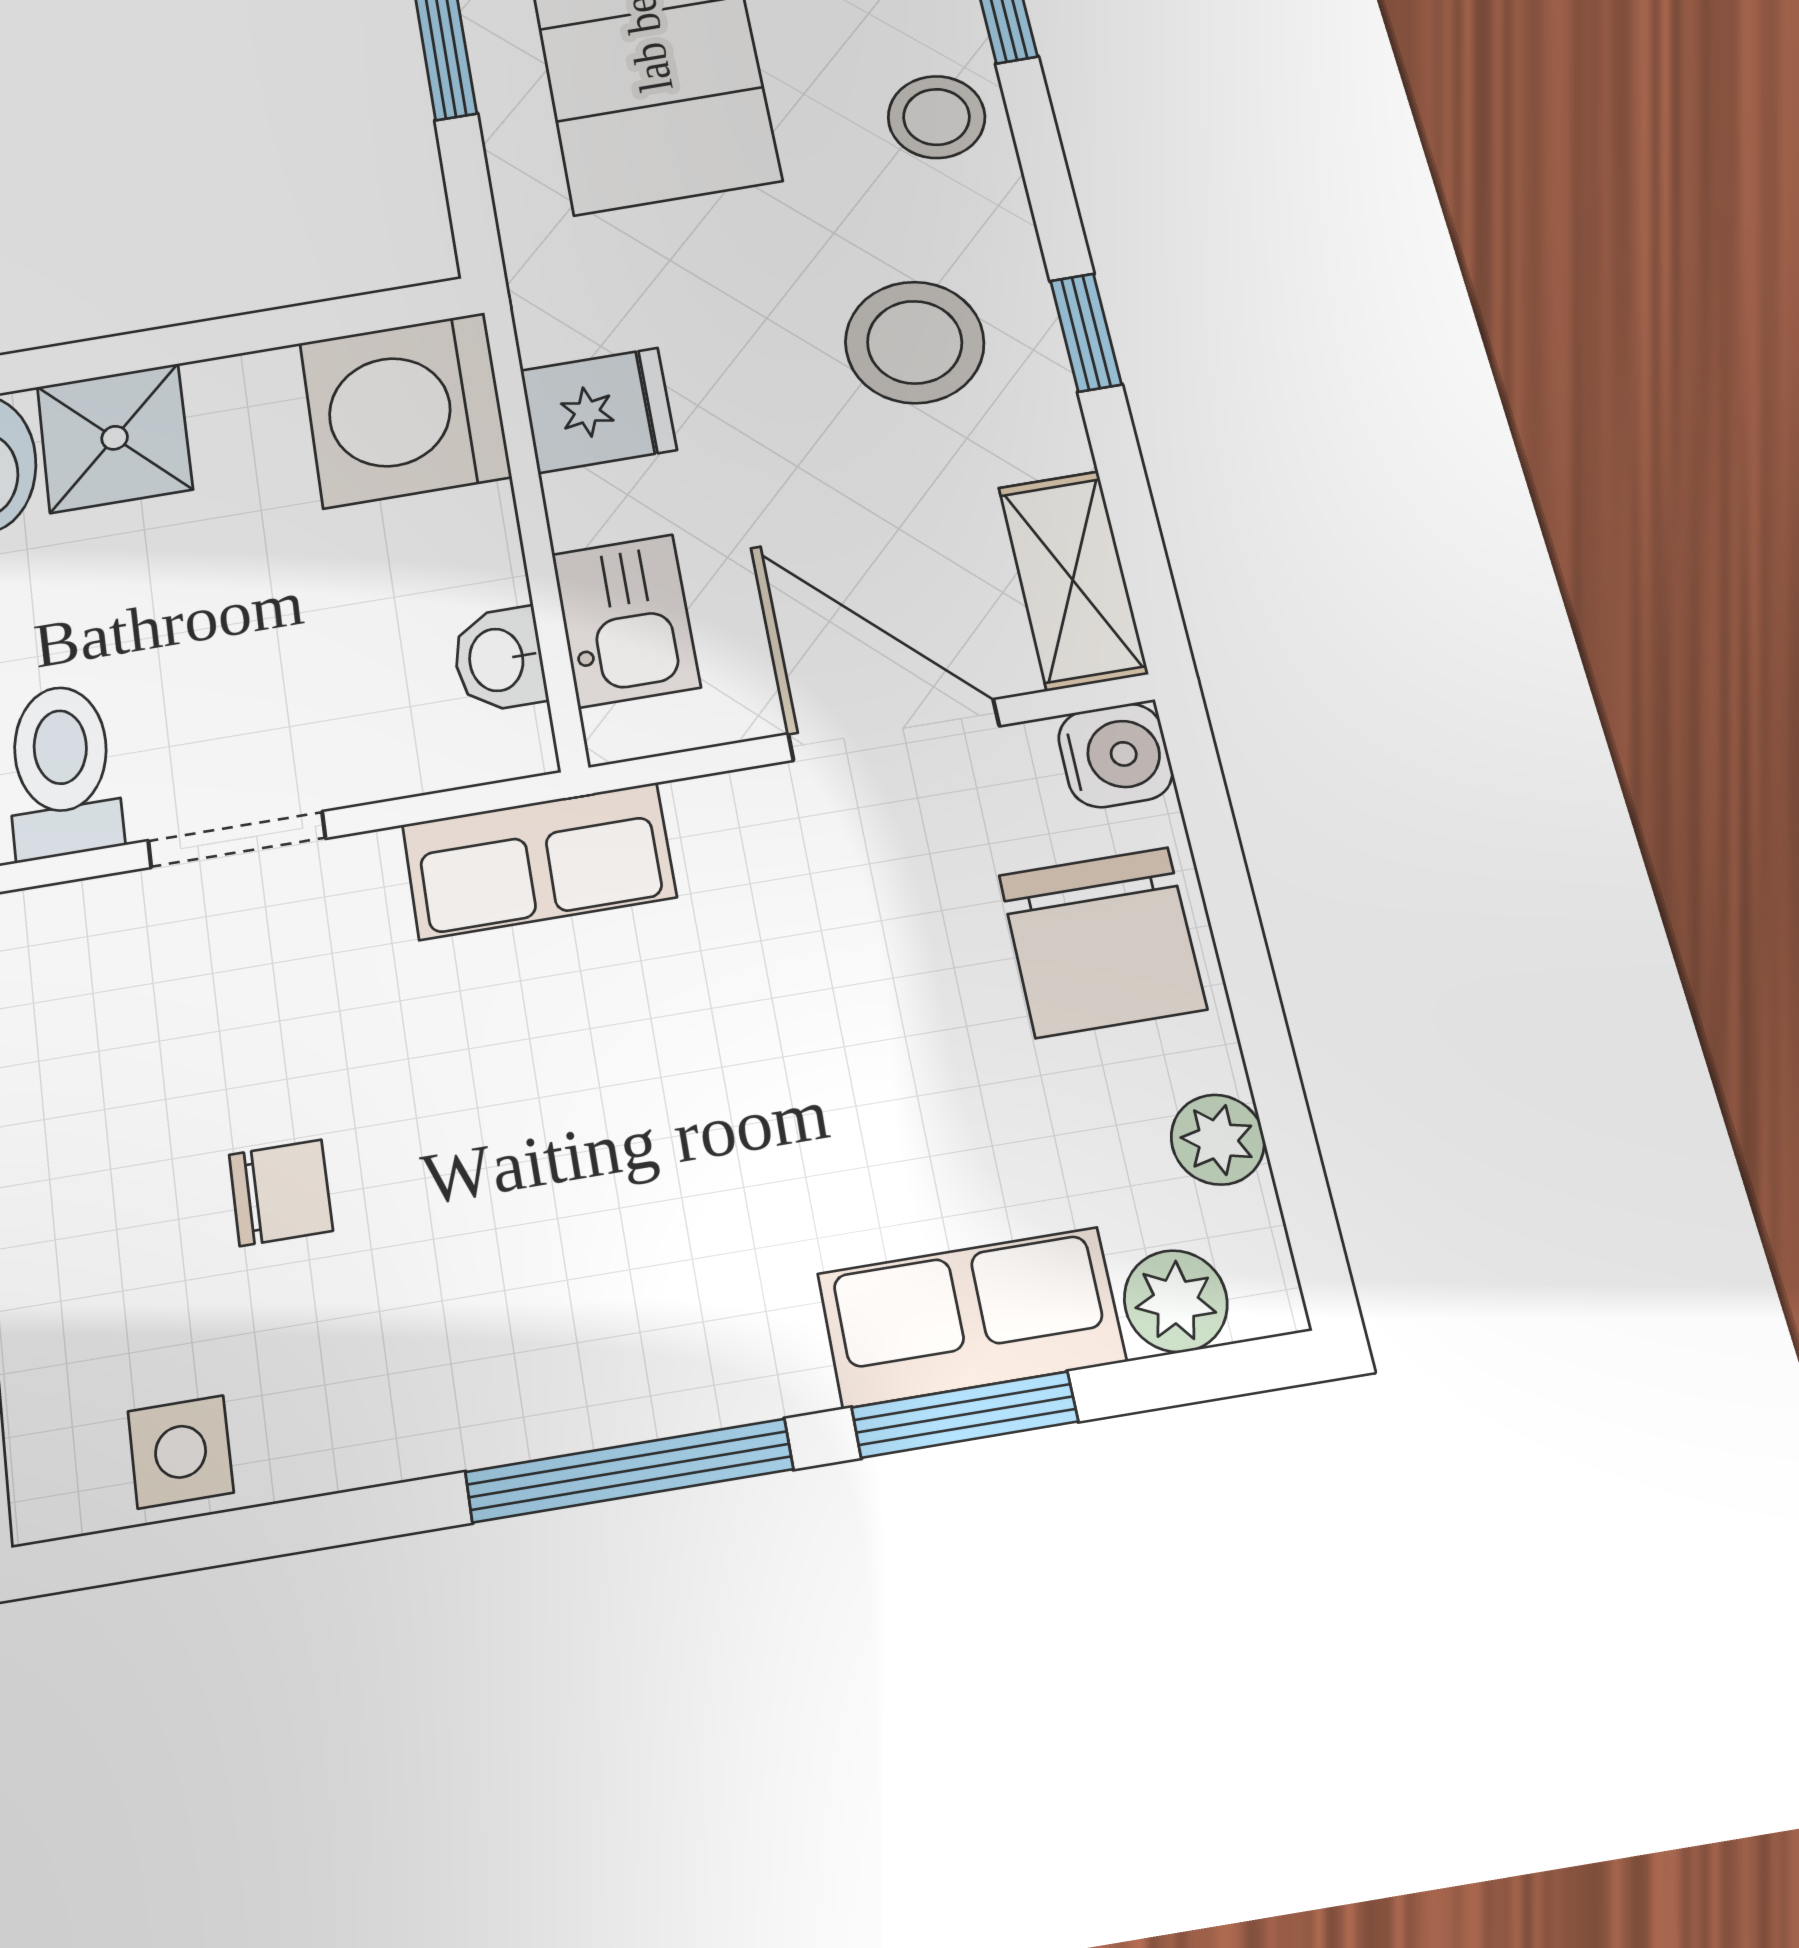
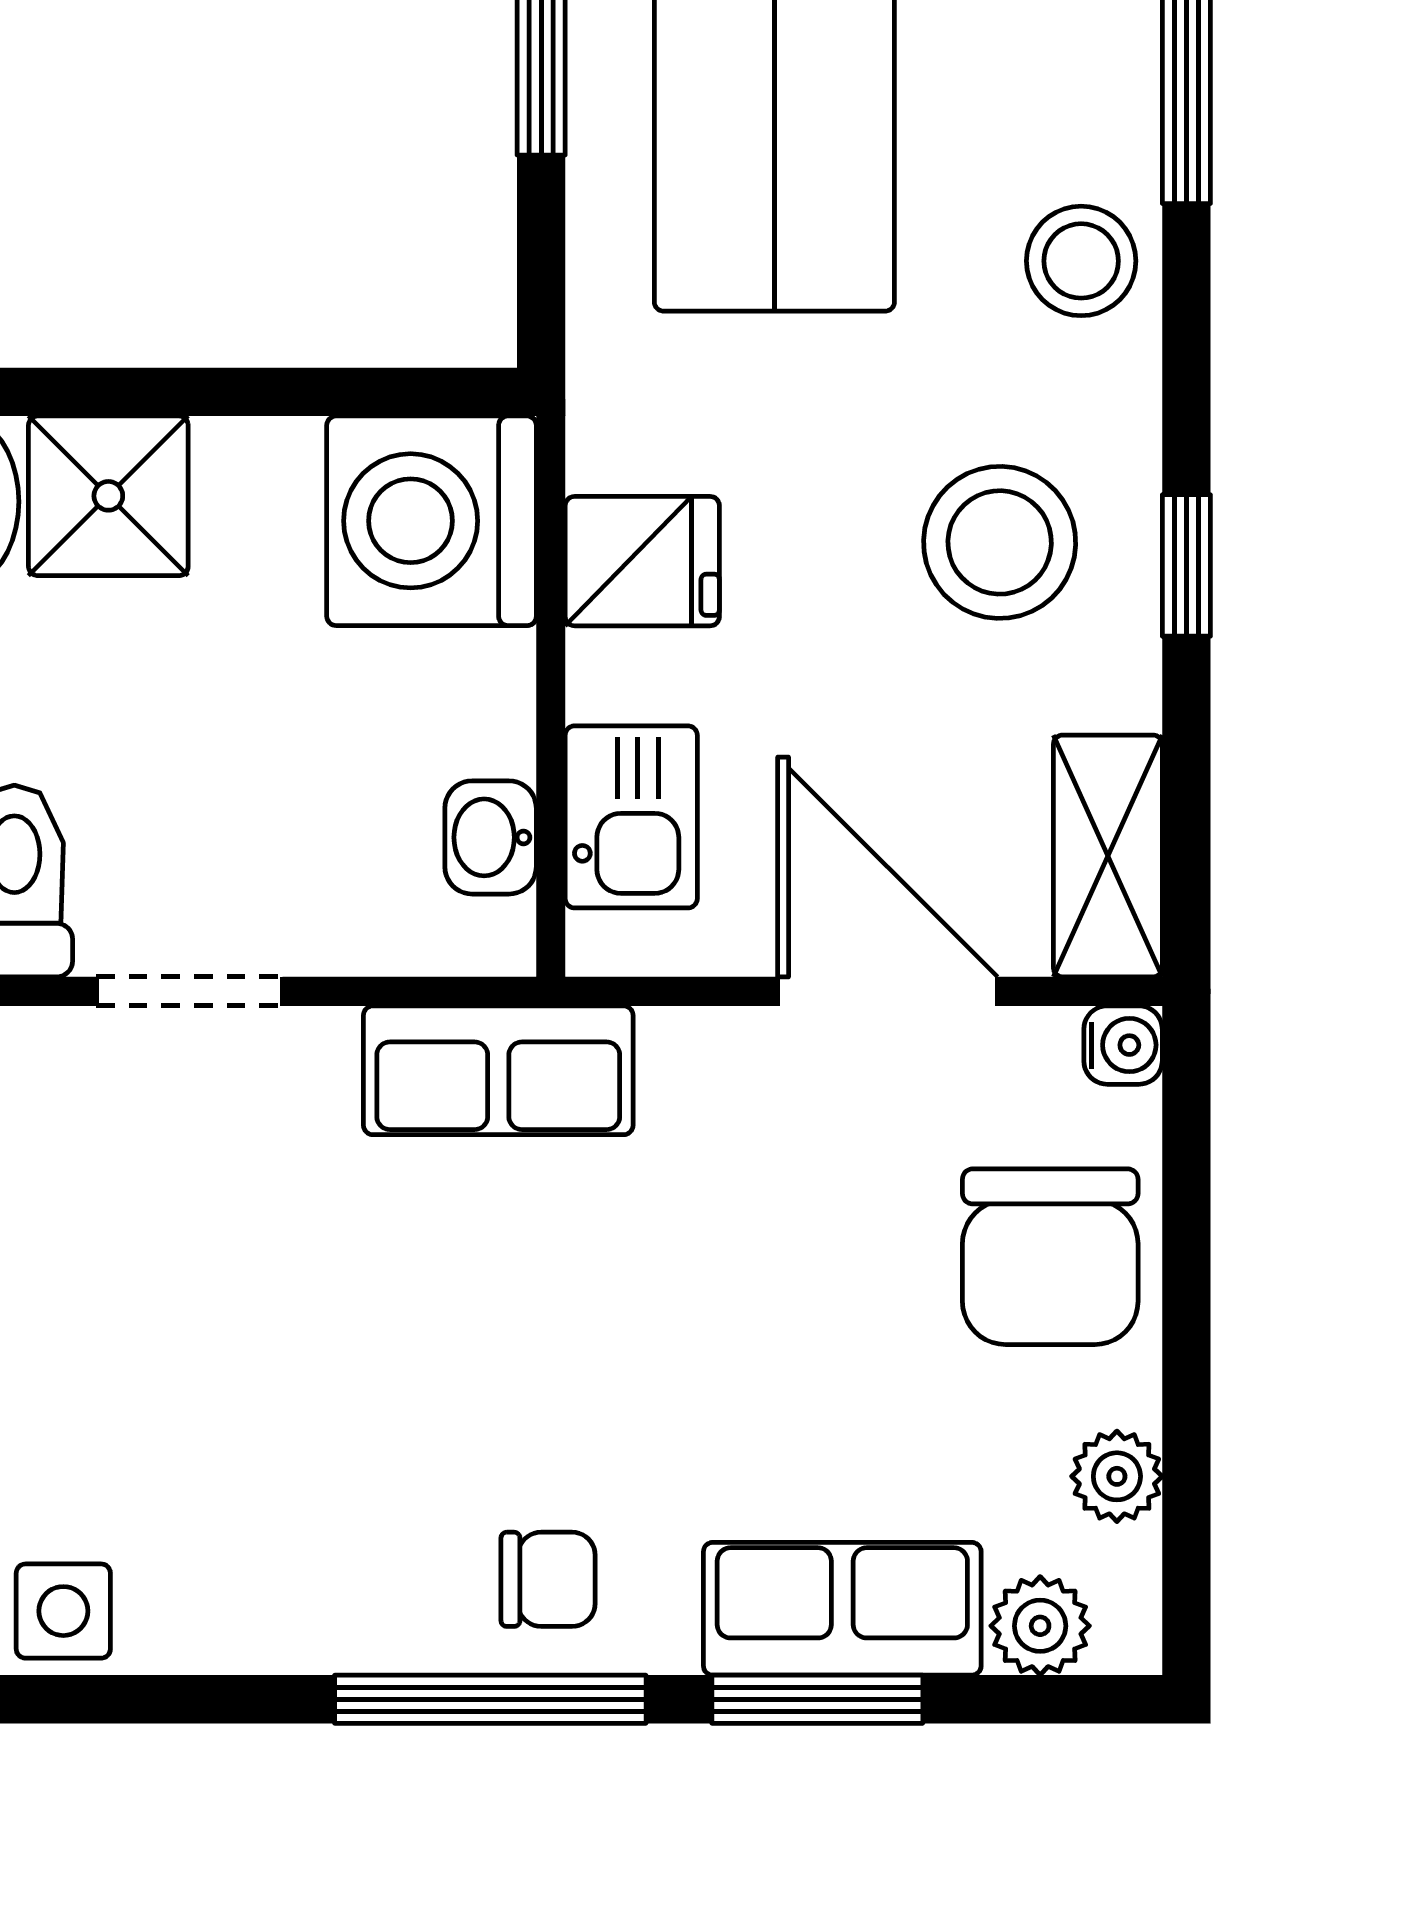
water cooler: (1115, 755) -> (1123, 1045), width x0.72, depth x0.72
chair: (281, 1193) -> (548, 1579), moved

